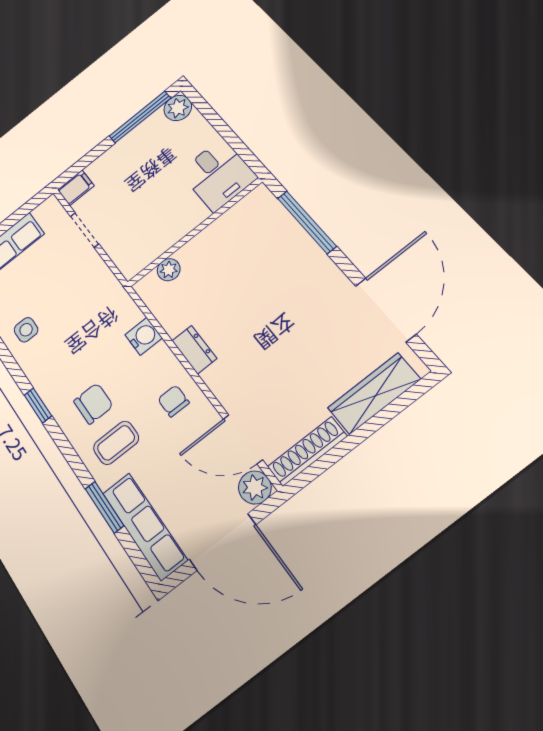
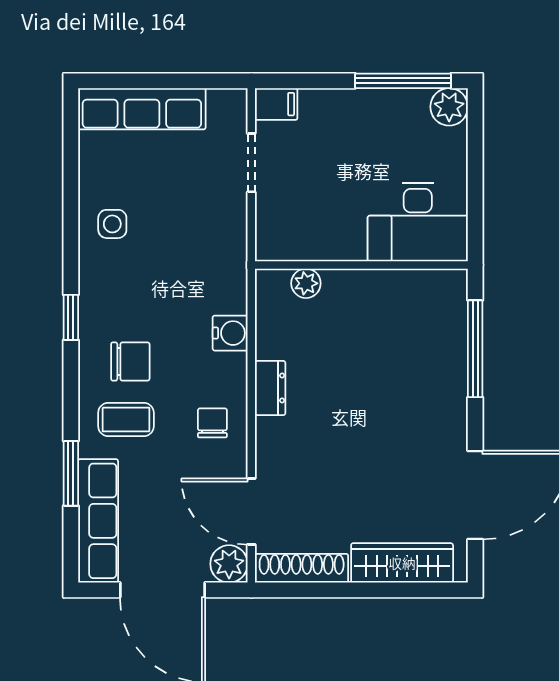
desk: (218, 175) -> (418, 222), width x1.37

